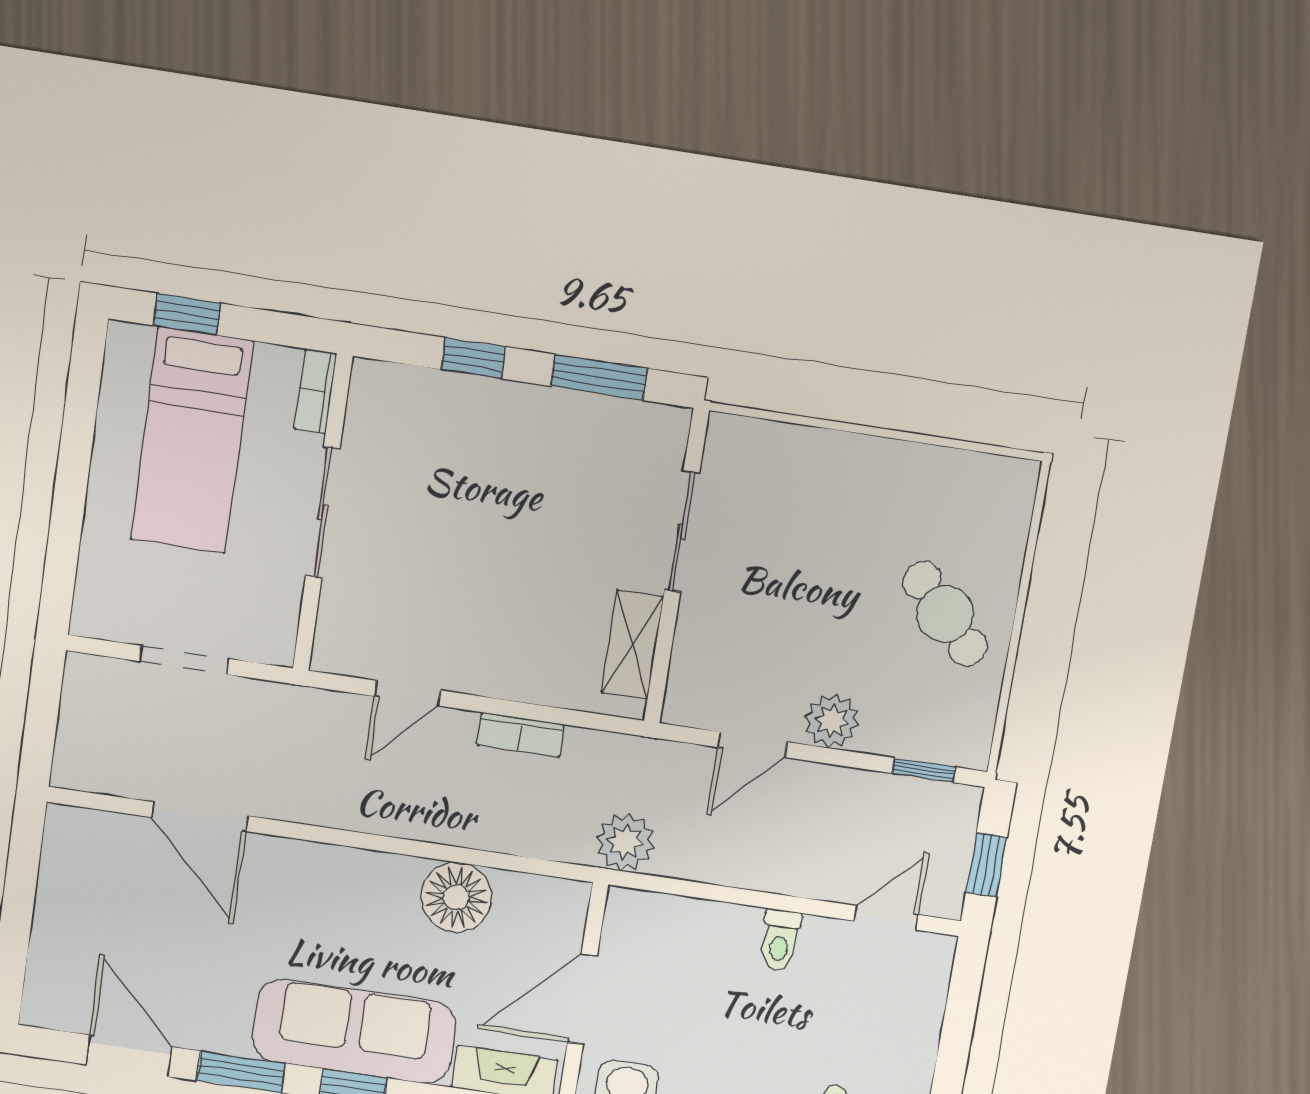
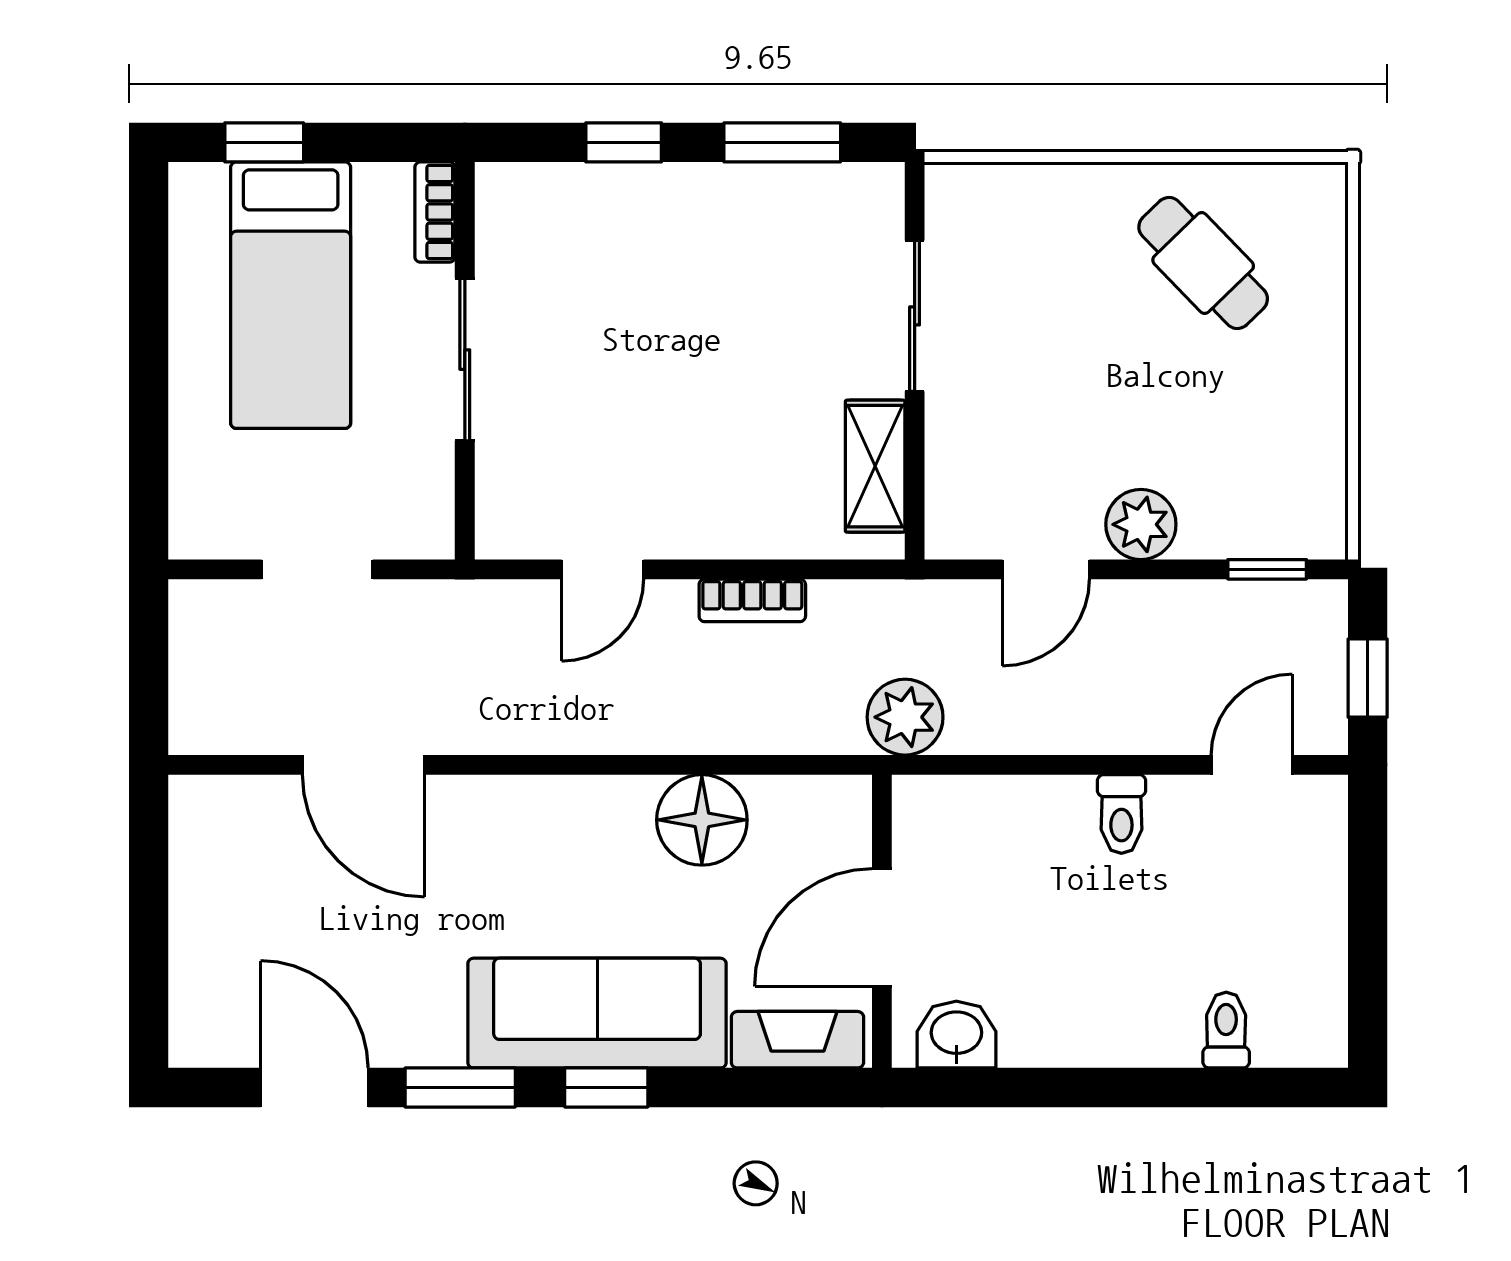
cafe table: (945, 614) -> (1203, 263), moved

